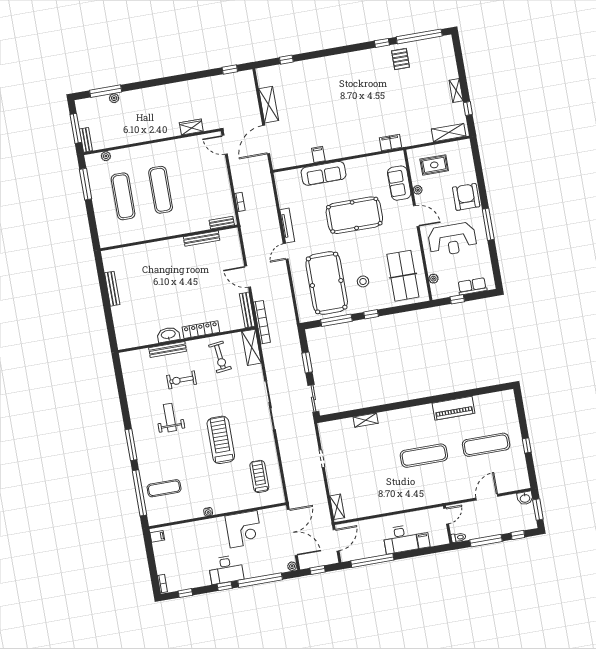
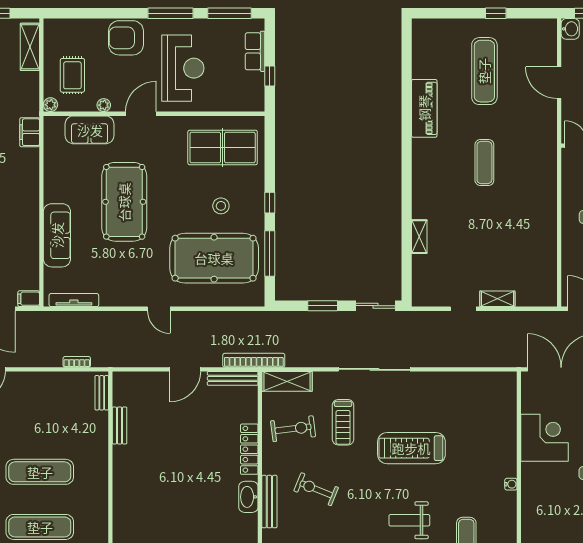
filing cabinet: (318, 154) -> (29, 299), moved
tv unit: (287, 226) -> (74, 300), moved
bench: (202, 239) -> (120, 426), width x0.73
window: (495, 264) -> (230, 13), added
plant: (433, 279) -> (50, 105), moved
exercise bike: (182, 380) -> (316, 489), turned 112
weight bench: (170, 418) -> (409, 520), moved
exercise mat: (424, 456) -> (484, 163), width x0.73, depth x0.69
treadmill: (259, 476) -> (343, 422), moved, turned -90
shelving: (337, 507) -> (497, 299), moved

